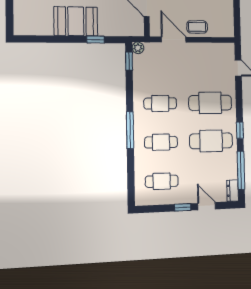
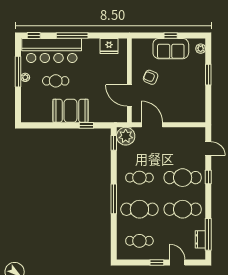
coffee table: (197, 27) -> (173, 114), removed
plant: (138, 48) -> (126, 136), width x1.88, depth x1.88
window: (240, 130) -> (208, 177), moved
cafe table: (161, 142) -> (139, 209), width x1.37, depth x1.35
dresser: (233, 191) -> (200, 239), moved

